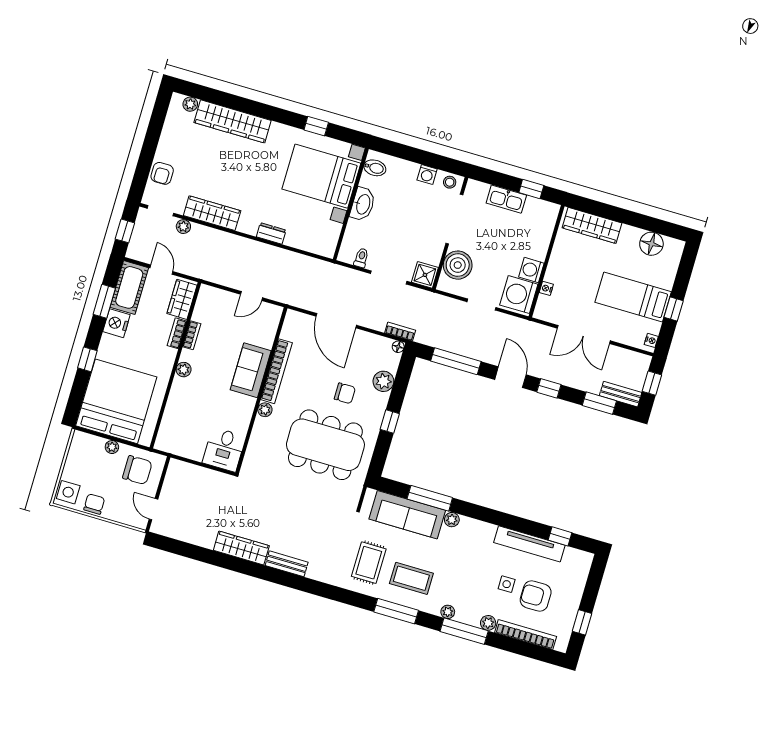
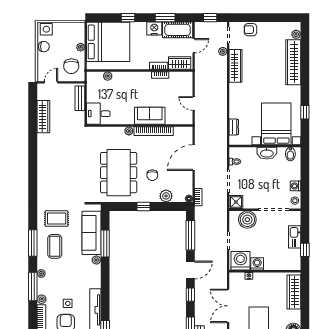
dresser: (271, 233) -> (234, 127), moved
plant: (184, 370) -> (108, 76), moved
wardrobe: (241, 548) -> (43, 117), moved
bench: (287, 564) -> (80, 98), moved

